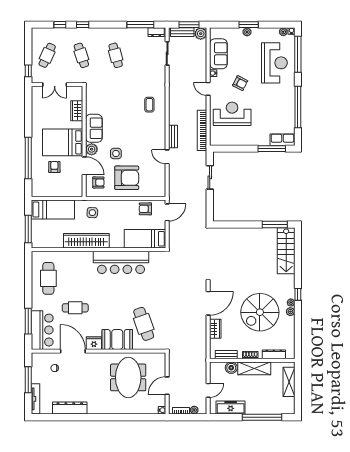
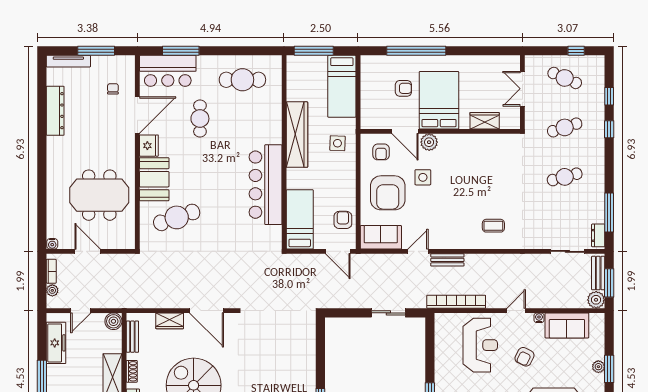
window: (28, 71) -> (576, 51), moved
sofa: (94, 128) -> (381, 237), moved, turned 180
door: (84, 166) -> (405, 131), hinge flipped
boiler: (231, 368) -> (113, 321), moved
door: (208, 390) -> (81, 311), hinge flipped

